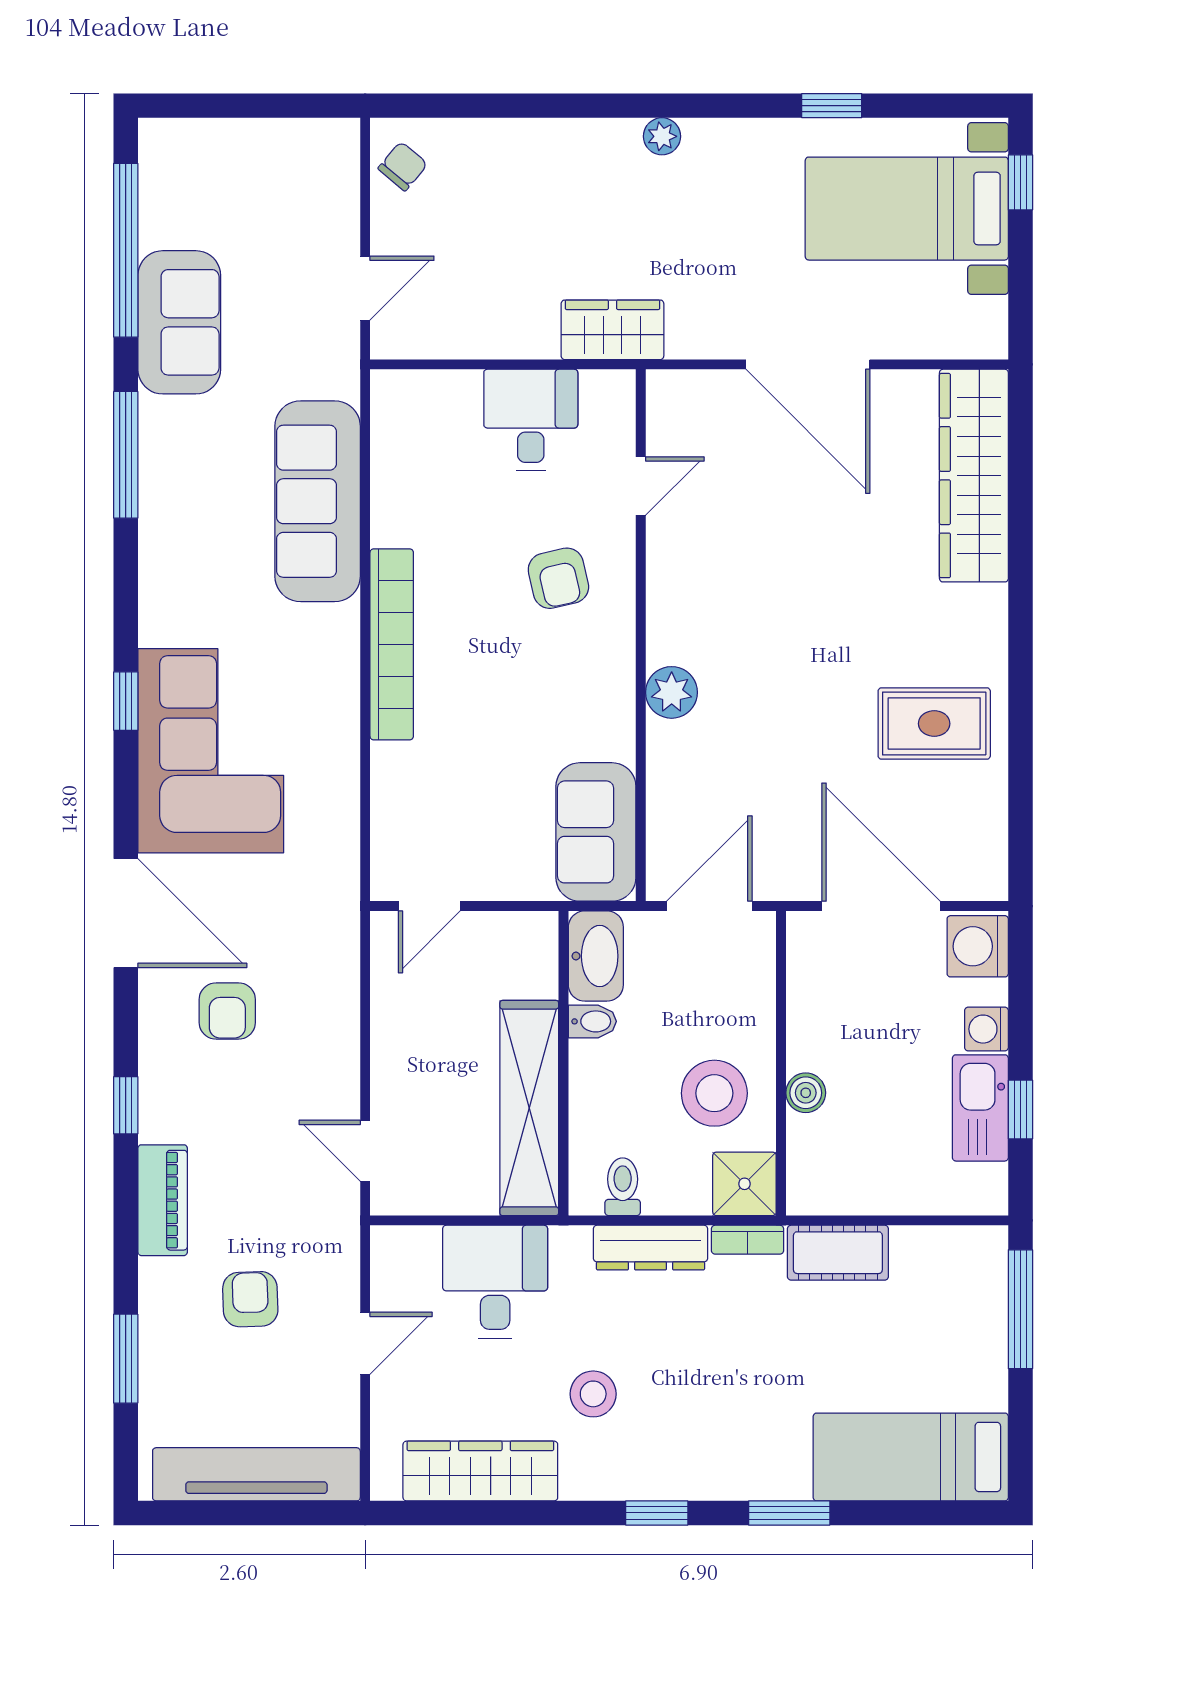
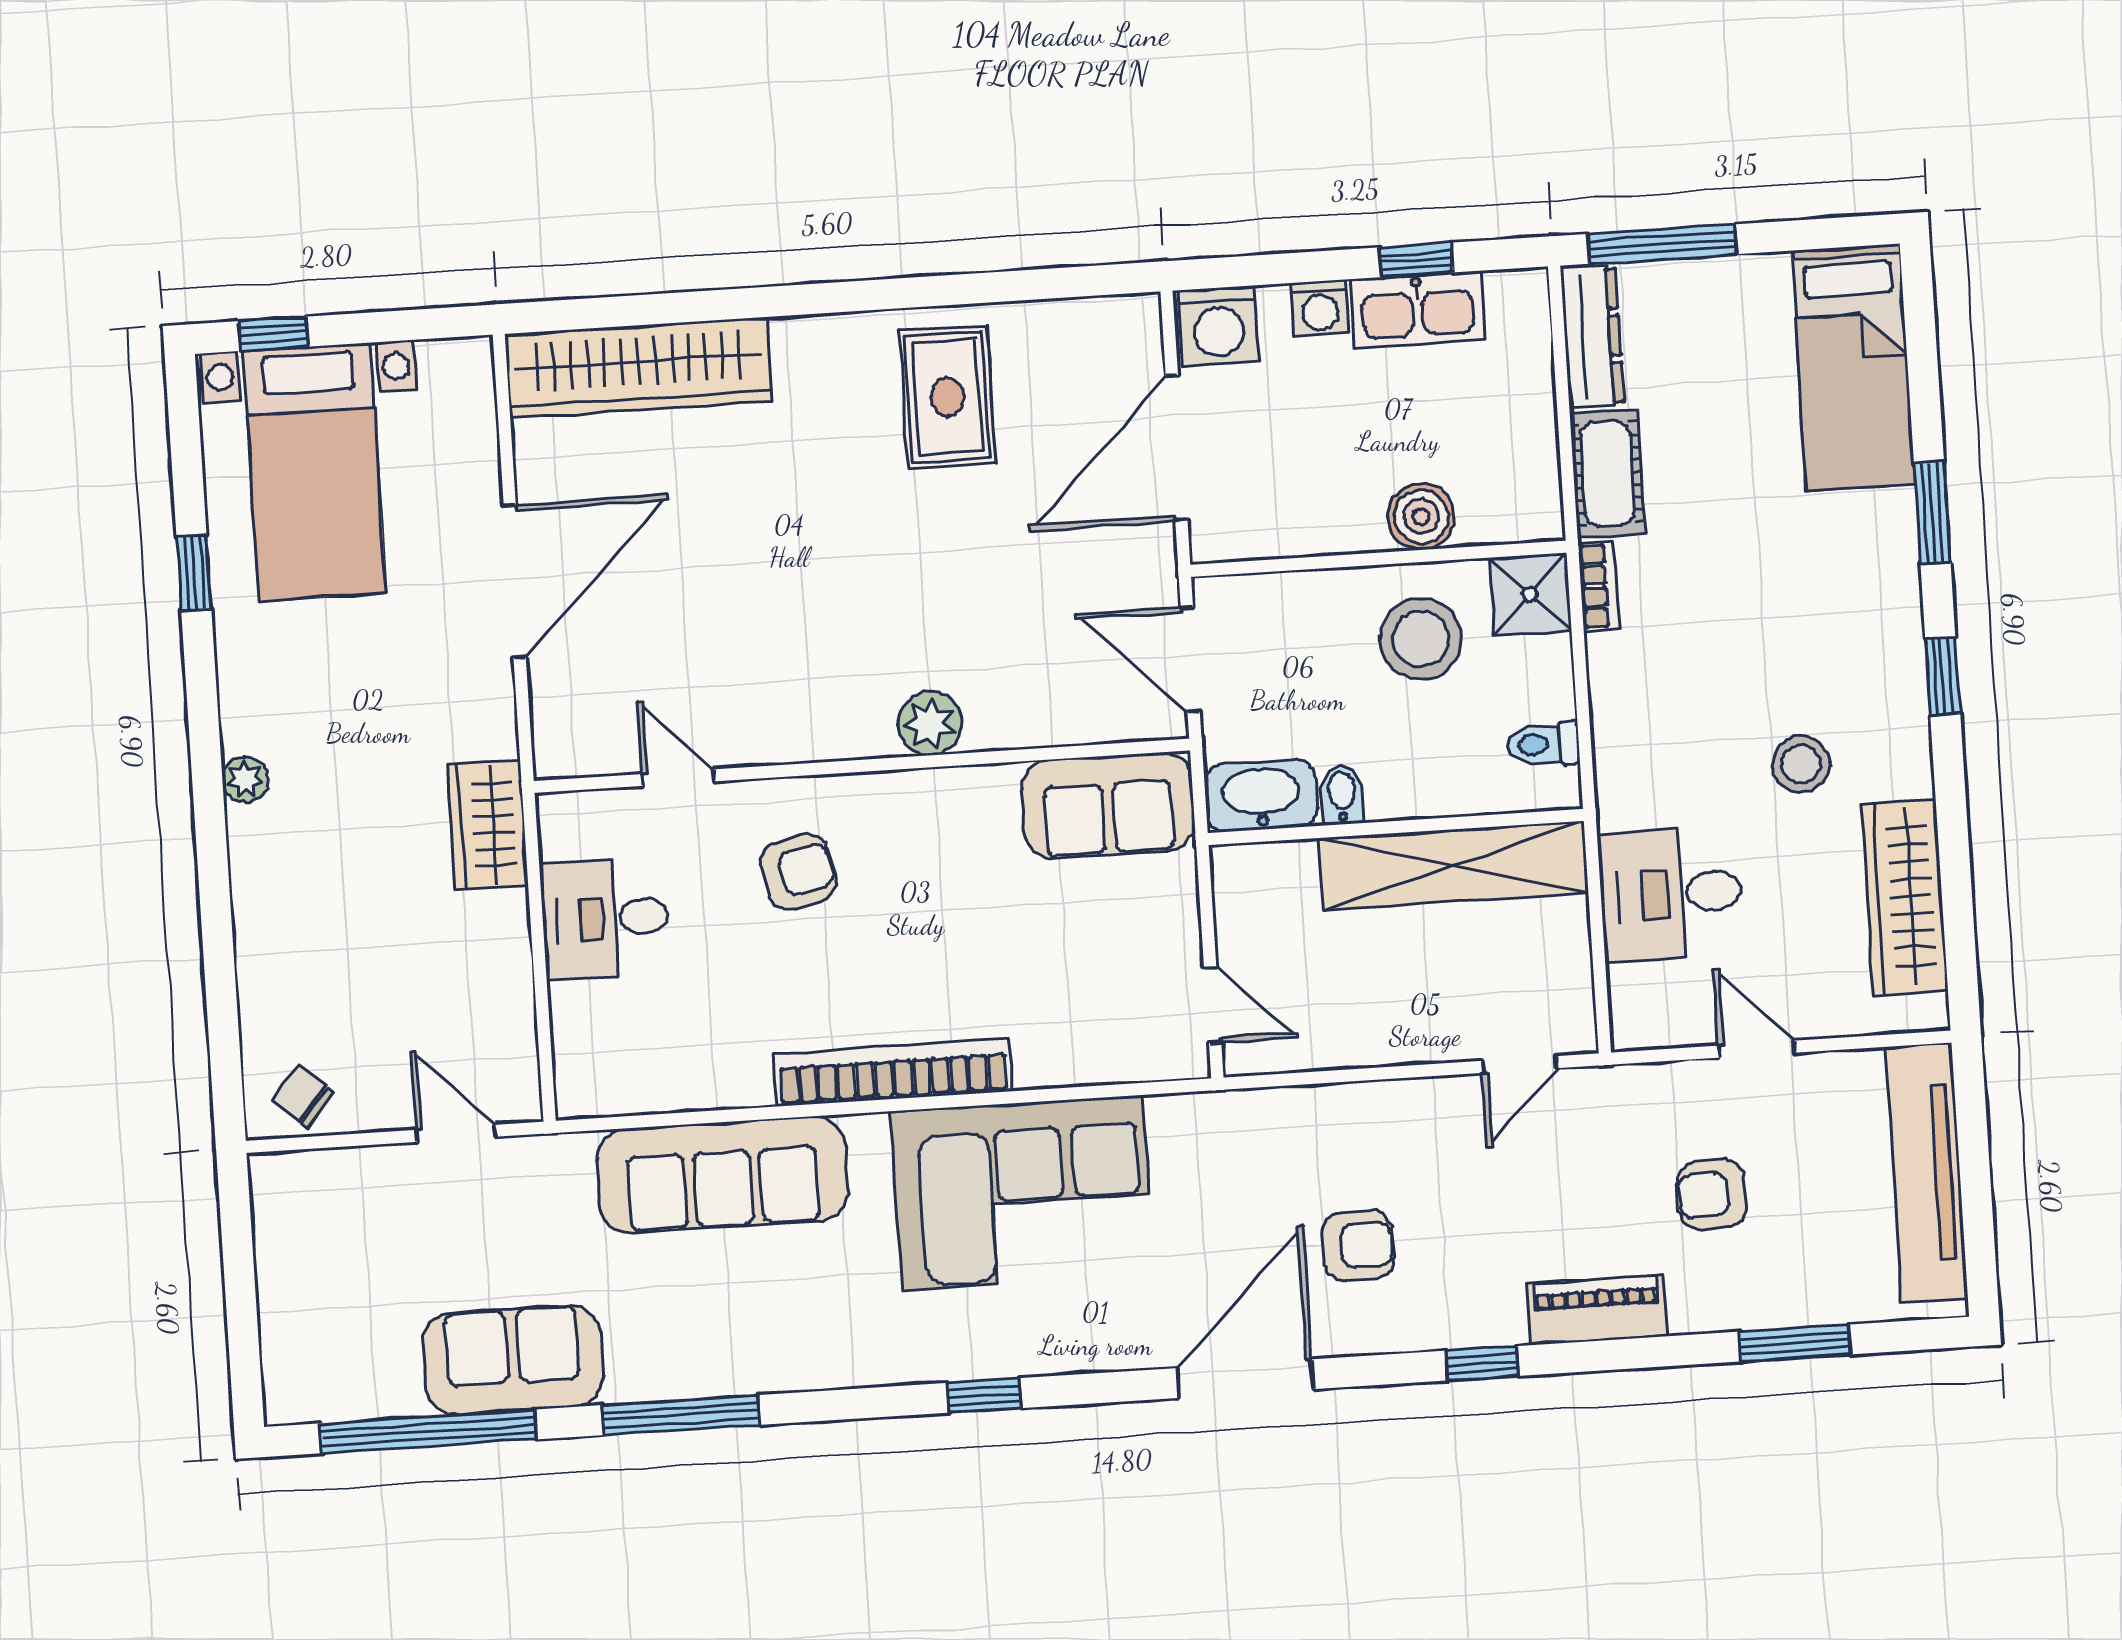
corner sofa: (211, 751) -> (1022, 1193), moved, turned 180
boiler: (806, 1093) -> (1421, 517), width x1.36, depth x1.36
dresser: (650, 1248) -> (1592, 337), moved

